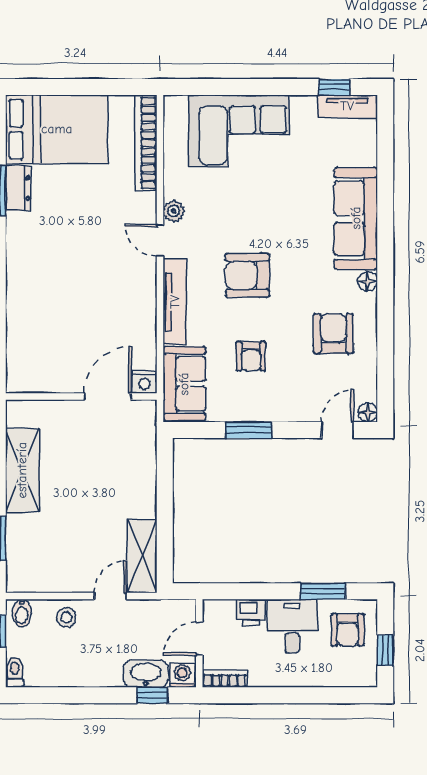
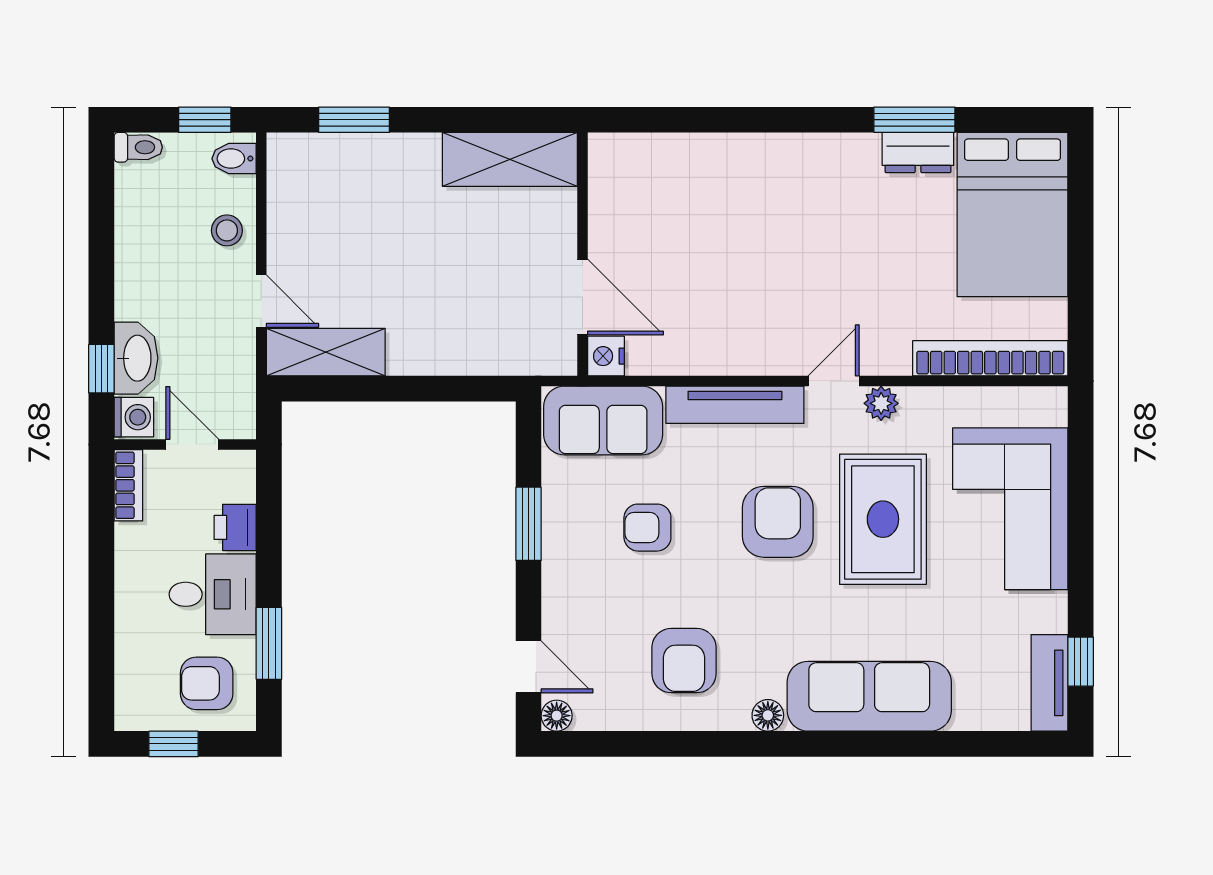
rug: (246, 210) -> (883, 519), added
armchair: (334, 333) -> (684, 661), turned 90
shelving: (22, 470) -> (510, 159), moved

